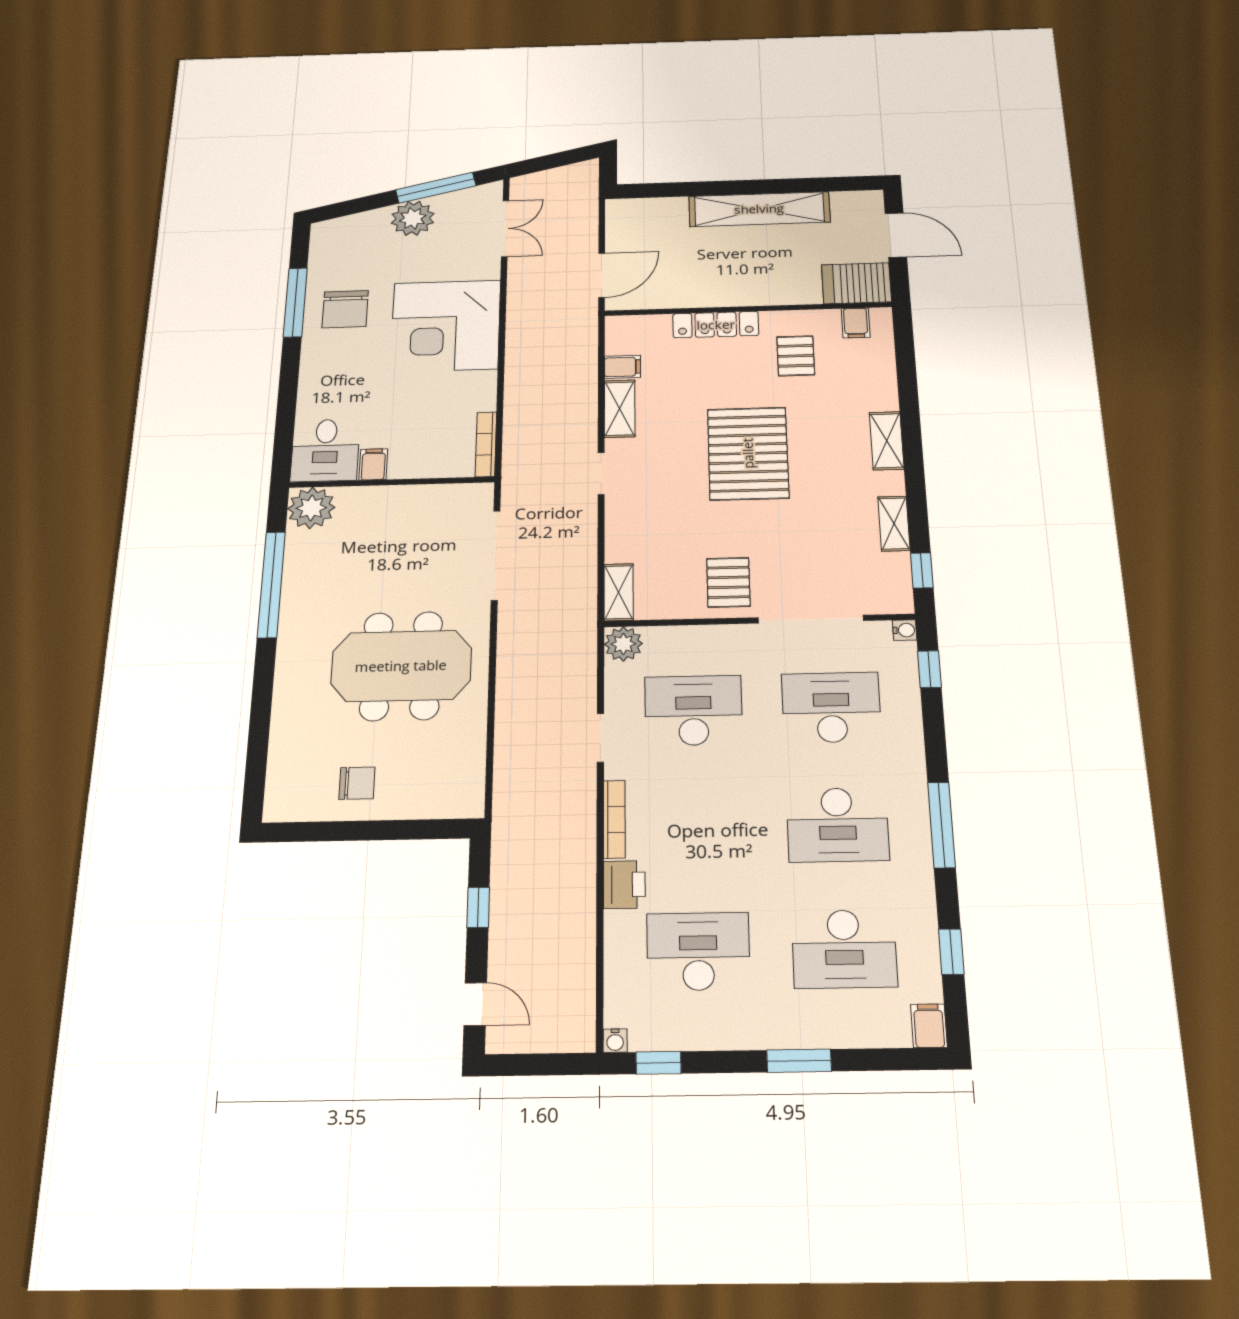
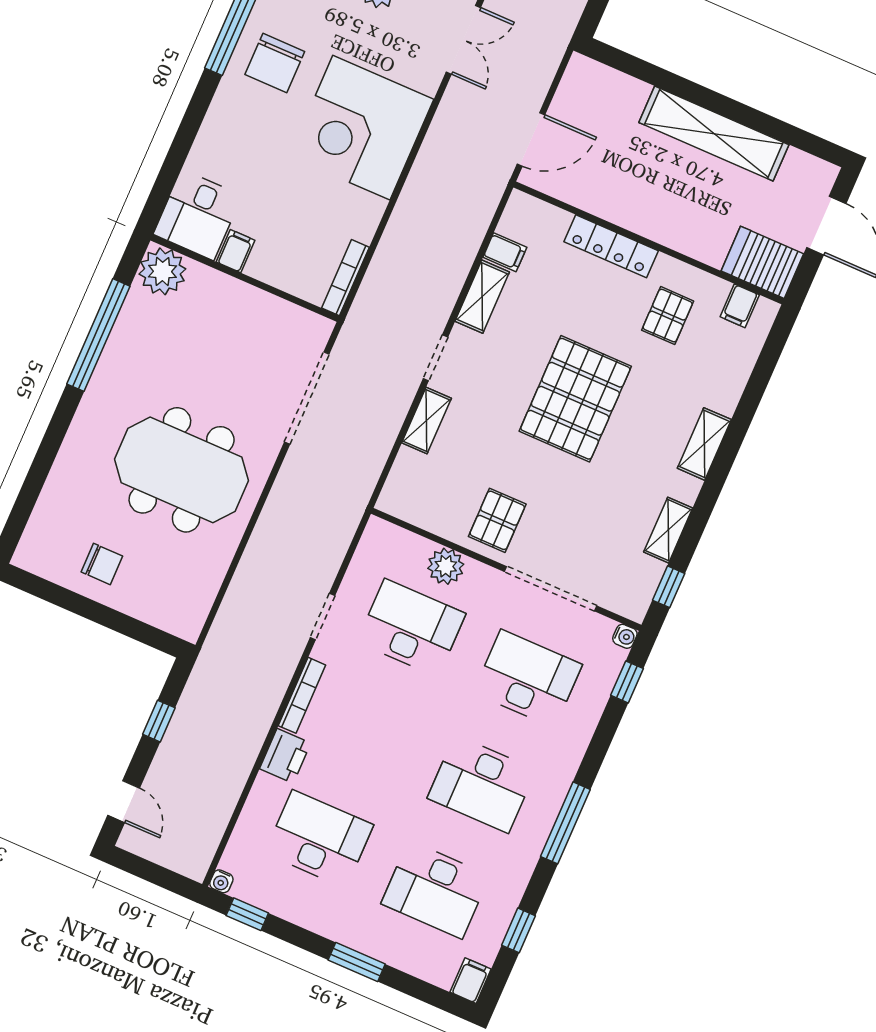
shelving: (619, 592) -> (427, 421), moved
plant: (623, 644) -> (446, 566), moved

